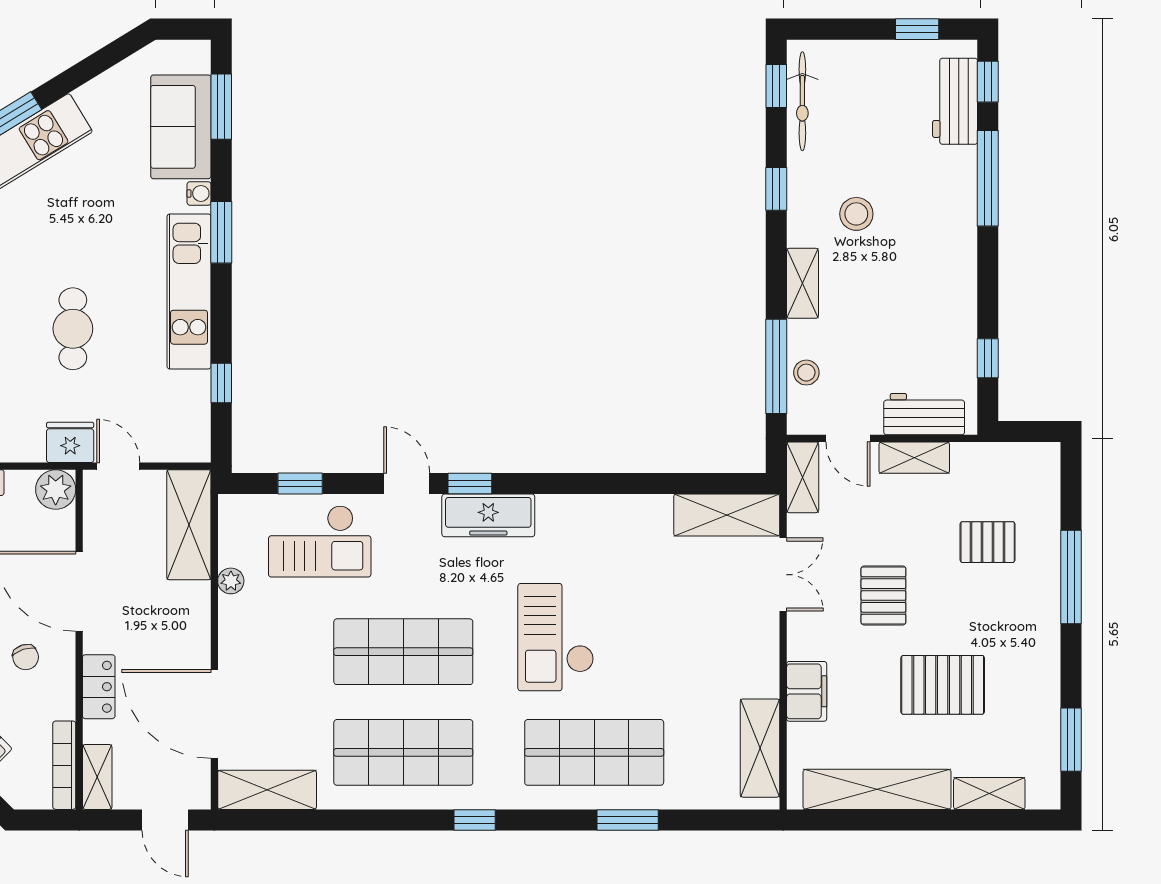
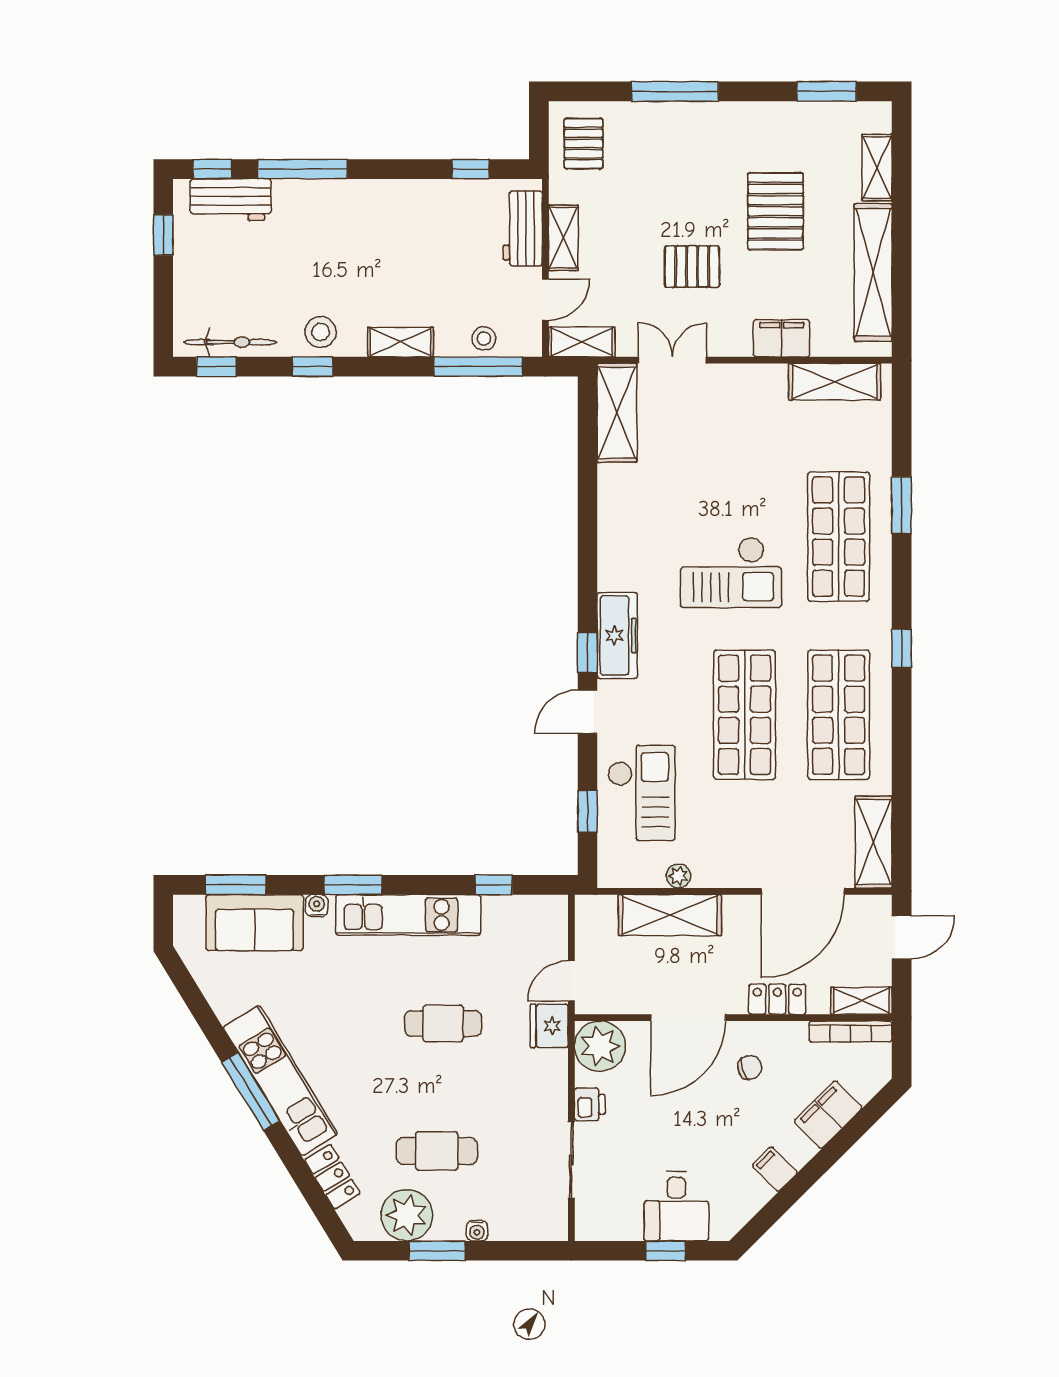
stool: (856, 214) -> (321, 332), moved
plant: (56, 490) -> (600, 1046), width x1.36, depth x1.36
shelving: (189, 525) -> (670, 915), moved
pallet: (988, 542) -> (584, 143), moved

